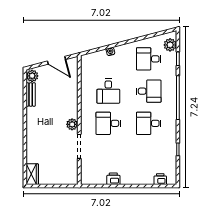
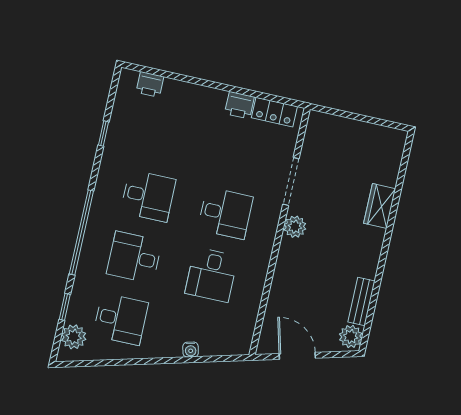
desk: (108, 91) -> (212, 275), turned 180
wardrobe: (32, 174) -> (380, 206), moved
locker: (95, 179) -> (274, 112), added

